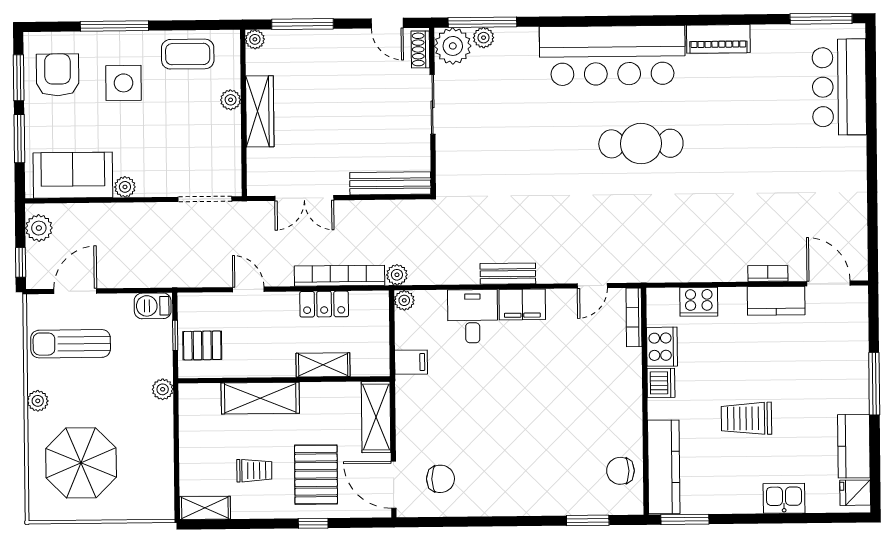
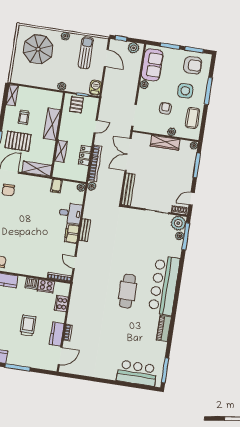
armchair: (175, 125) -> (165, 108), added
double door: (304, 198) -> (128, 155), width x1.37
trolley: (746, 418) -> (28, 326), moved

